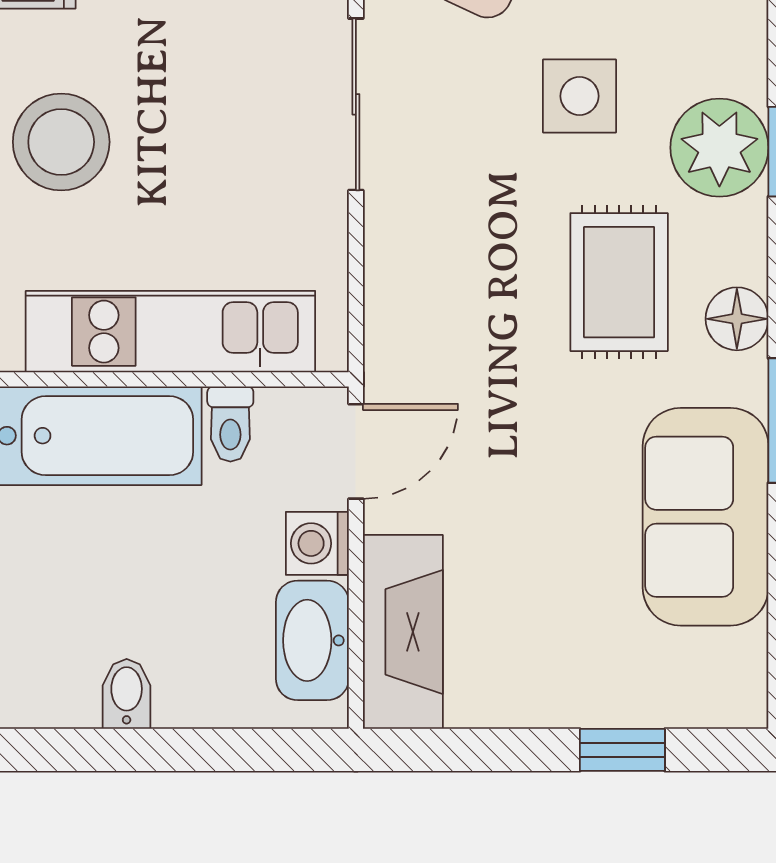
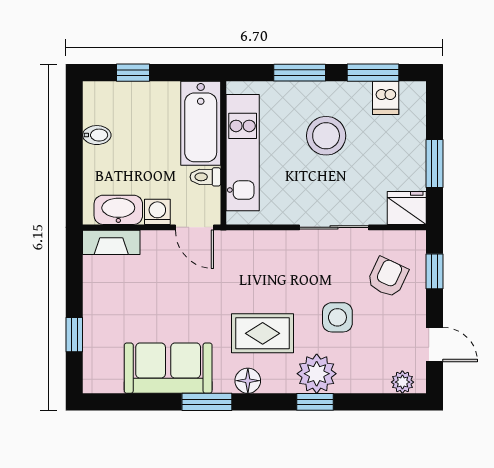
stool: (61, 142) -> (326, 136), moved
fireplace: (403, 632) -> (111, 242), width x0.73, depth x0.76

